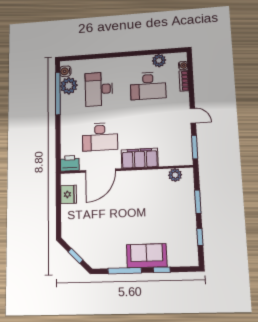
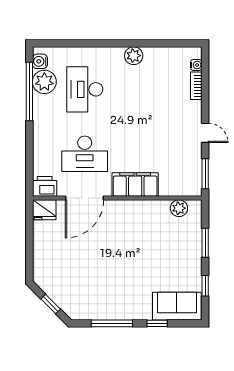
plant: (159, 60) -> (134, 56), moved
desk: (148, 86) -> (150, 89), removed
fridge: (69, 194) -> (44, 210), moved, turned 90
sofa: (147, 256) -> (177, 306), moved

